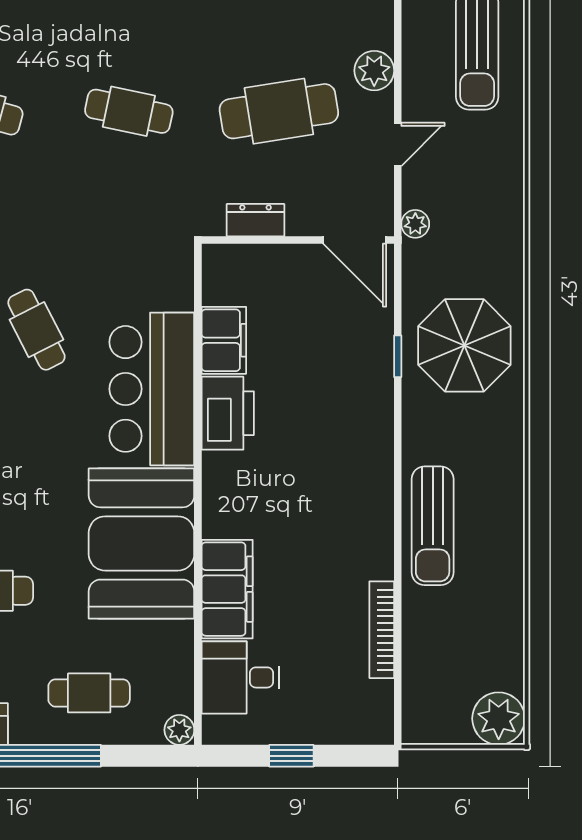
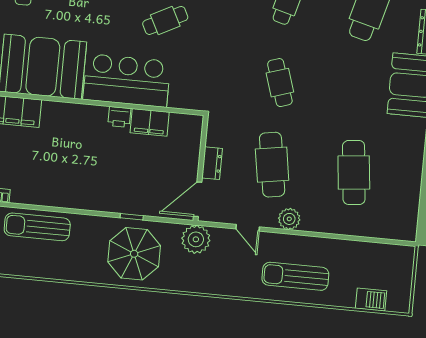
cafe table: (129, 111) -> (280, 83), turned -30
dresser: (255, 220) -> (212, 163), moved
plant: (415, 224) -> (196, 239), width x1.88, depth x1.88
printer: (228, 413) -> (119, 117), width x0.53, depth x0.68

